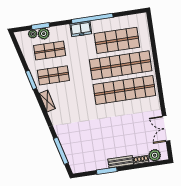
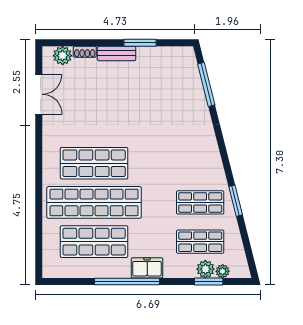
shop shelf: (124, 90) -> (94, 163), width x0.71
shelving: (47, 101) -> (216, 164), removed

